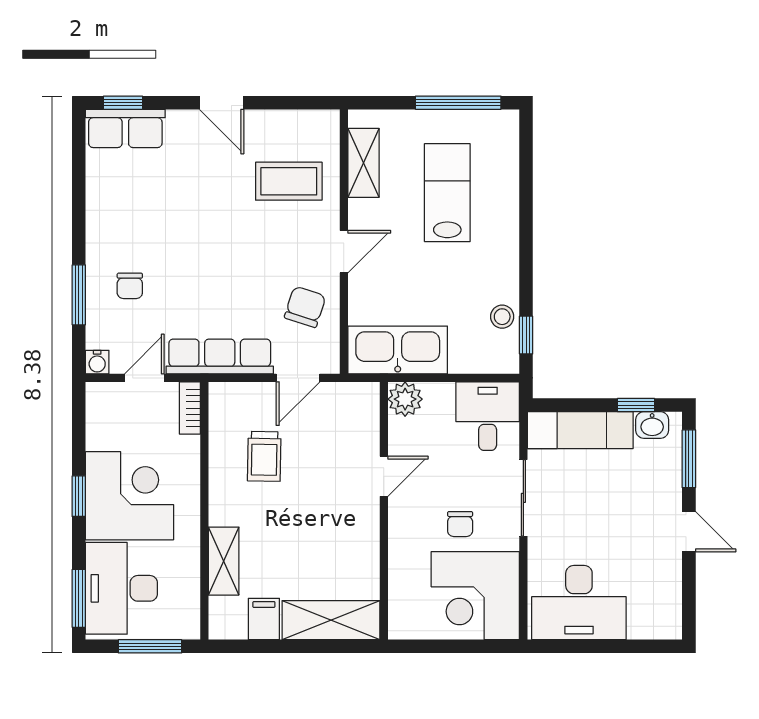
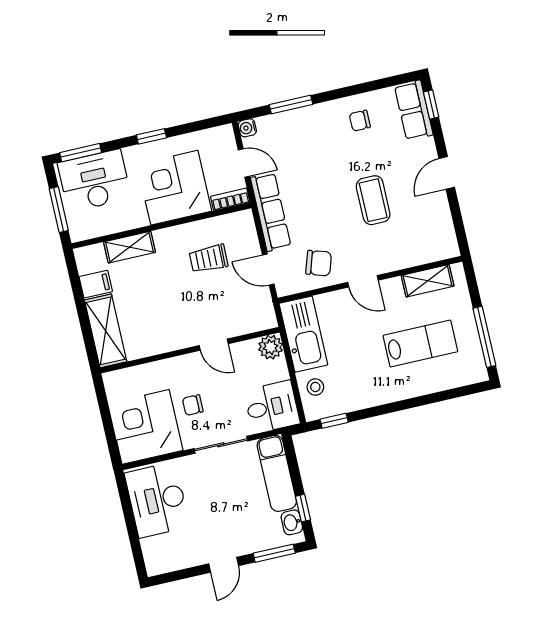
coffee table: (289, 181) -> (373, 200), moved
chair: (130, 286) -> (360, 121), moved
stool: (502, 317) -> (315, 387), moved
corner desk: (129, 496) -> (174, 188), moved, turned 180

